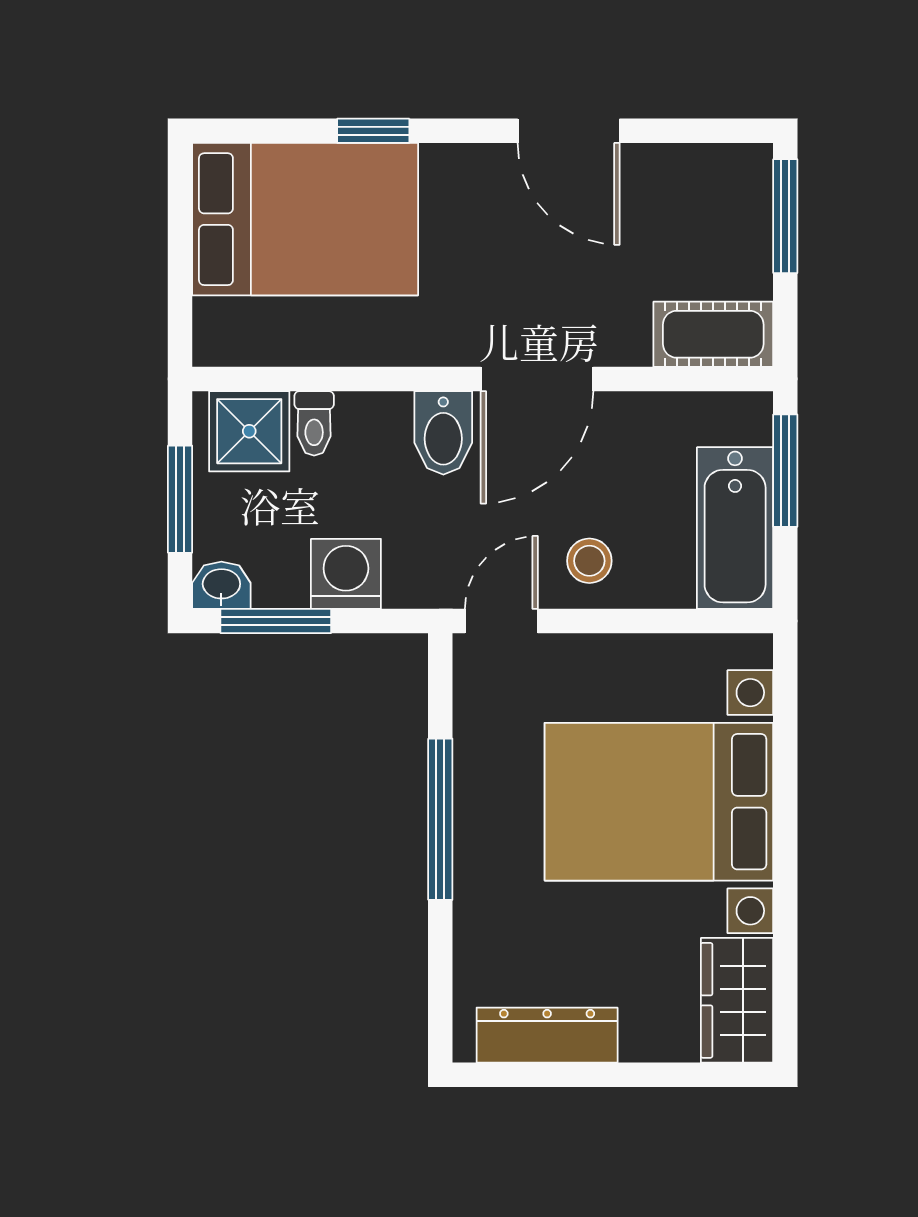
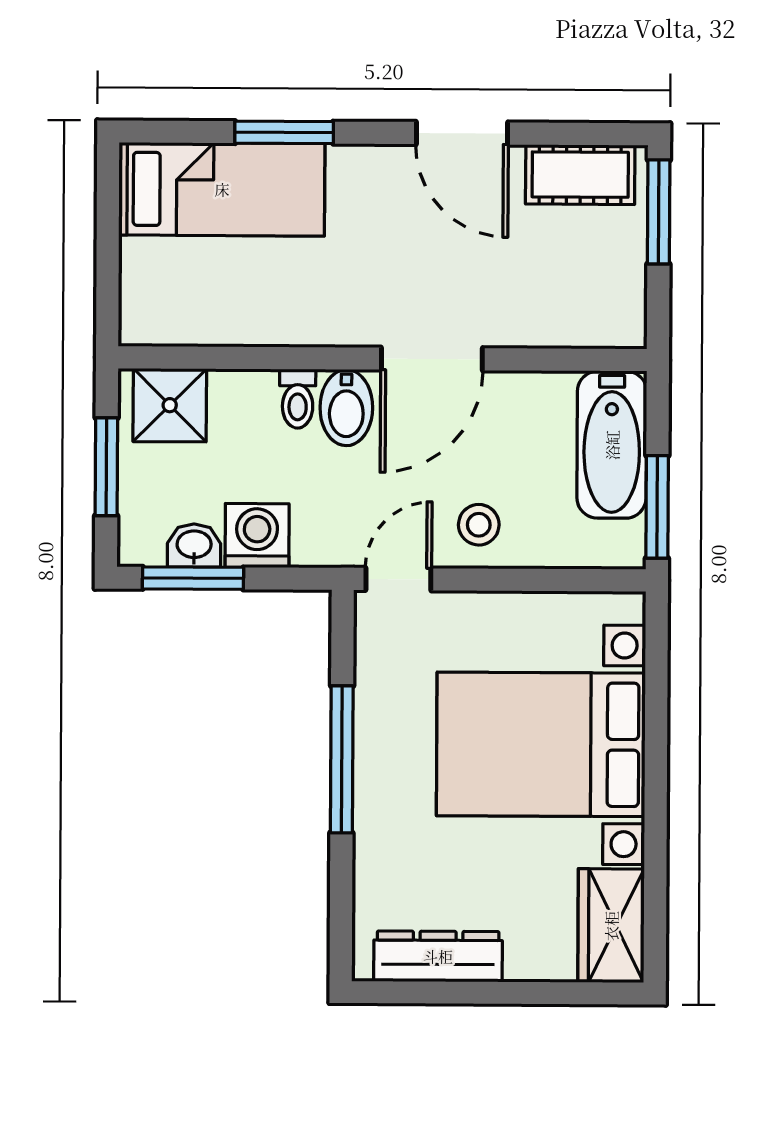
window: (373, 131) -> (284, 132), width x1.50
bed: (305, 219) -> (222, 189), width x0.67
cot: (713, 334) -> (580, 175), moved
toilet: (314, 423) -> (298, 399), moved
window: (785, 471) -> (657, 507), moved
bathtub: (735, 528) -> (612, 445), moved
washbasin: (221, 585) -> (194, 546), moved

